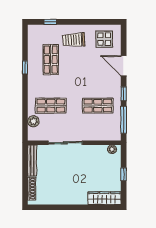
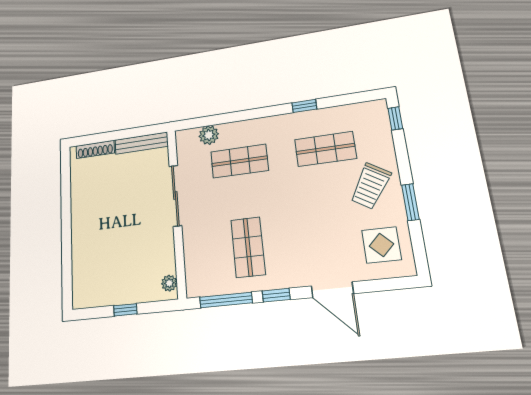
window: (50, 22) -> (395, 118), moved
window: (85, 22) -> (410, 202), added
trolley: (74, 40) -> (370, 186), turned -145
door: (124, 66) -> (332, 290), swing flipped
shop shelf: (51, 106) -> (239, 161), turned 90
wardrobe: (104, 198) -> (82, 278), removed

